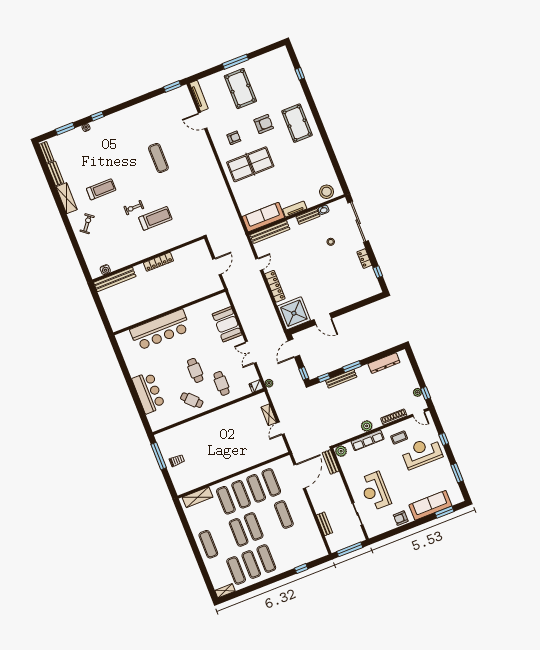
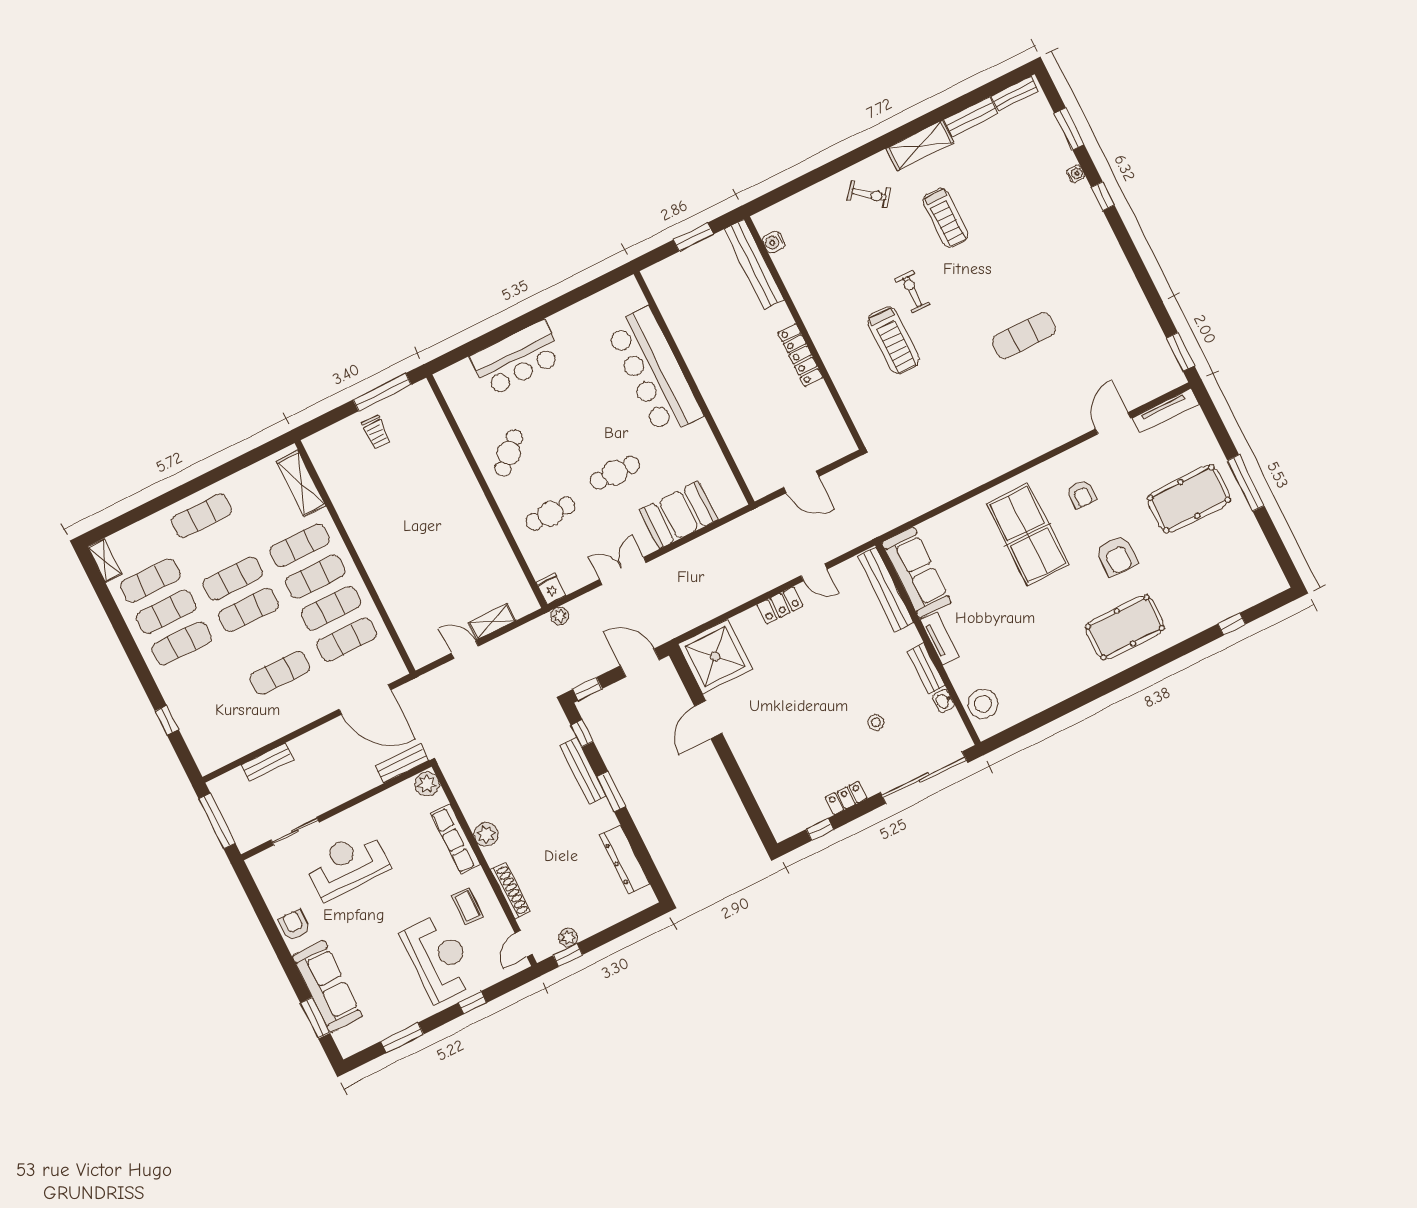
locker: (275, 286) -> (780, 605), width x0.66
window: (100, 306) -> (693, 237), added
cafe table: (195, 370) -> (615, 473), moved

